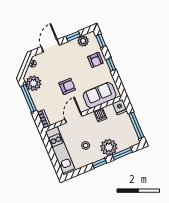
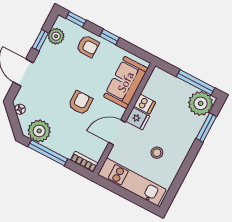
fridge: (120, 107) -> (138, 119), moved
door: (74, 118) -> (117, 132), hinge flipped
plant: (109, 147) -> (201, 103), moved
window: (99, 163) -> (189, 160), removed

